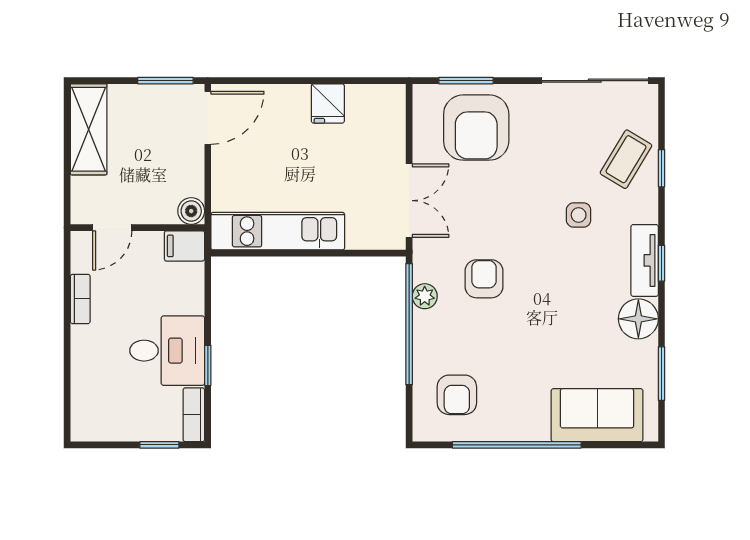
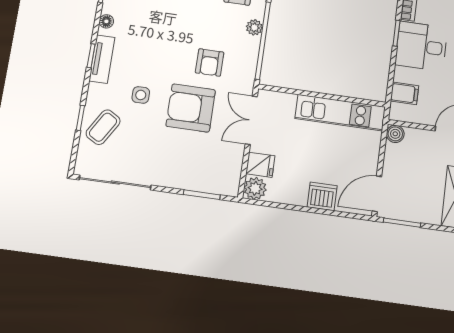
plant: (389, 101) -> (255, 188), added
dishwasher: (289, 103) -> (322, 196), added
fridge: (328, 103) -> (260, 165), moved, turned 90
armchair: (476, 128) -> (191, 108), moved, turned -90
filing cabinet: (184, 246) -> (405, 93), moved
plant: (425, 296) -> (254, 27), moved
floor lamp: (638, 319) -> (106, 21), width x0.53, depth x0.53

